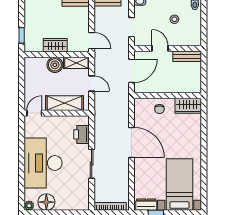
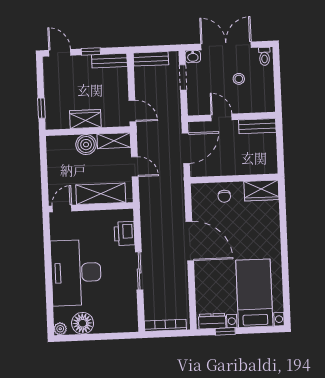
doorway: (131, 27) -> (183, 77), moved

